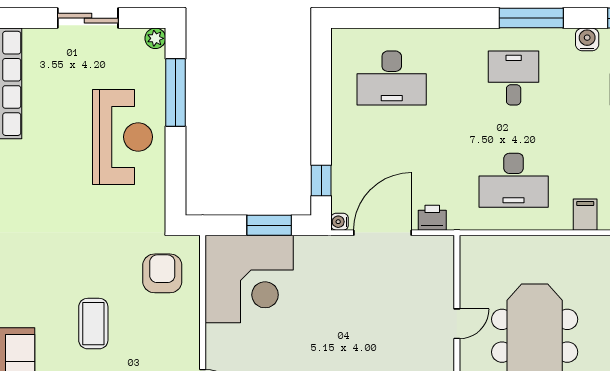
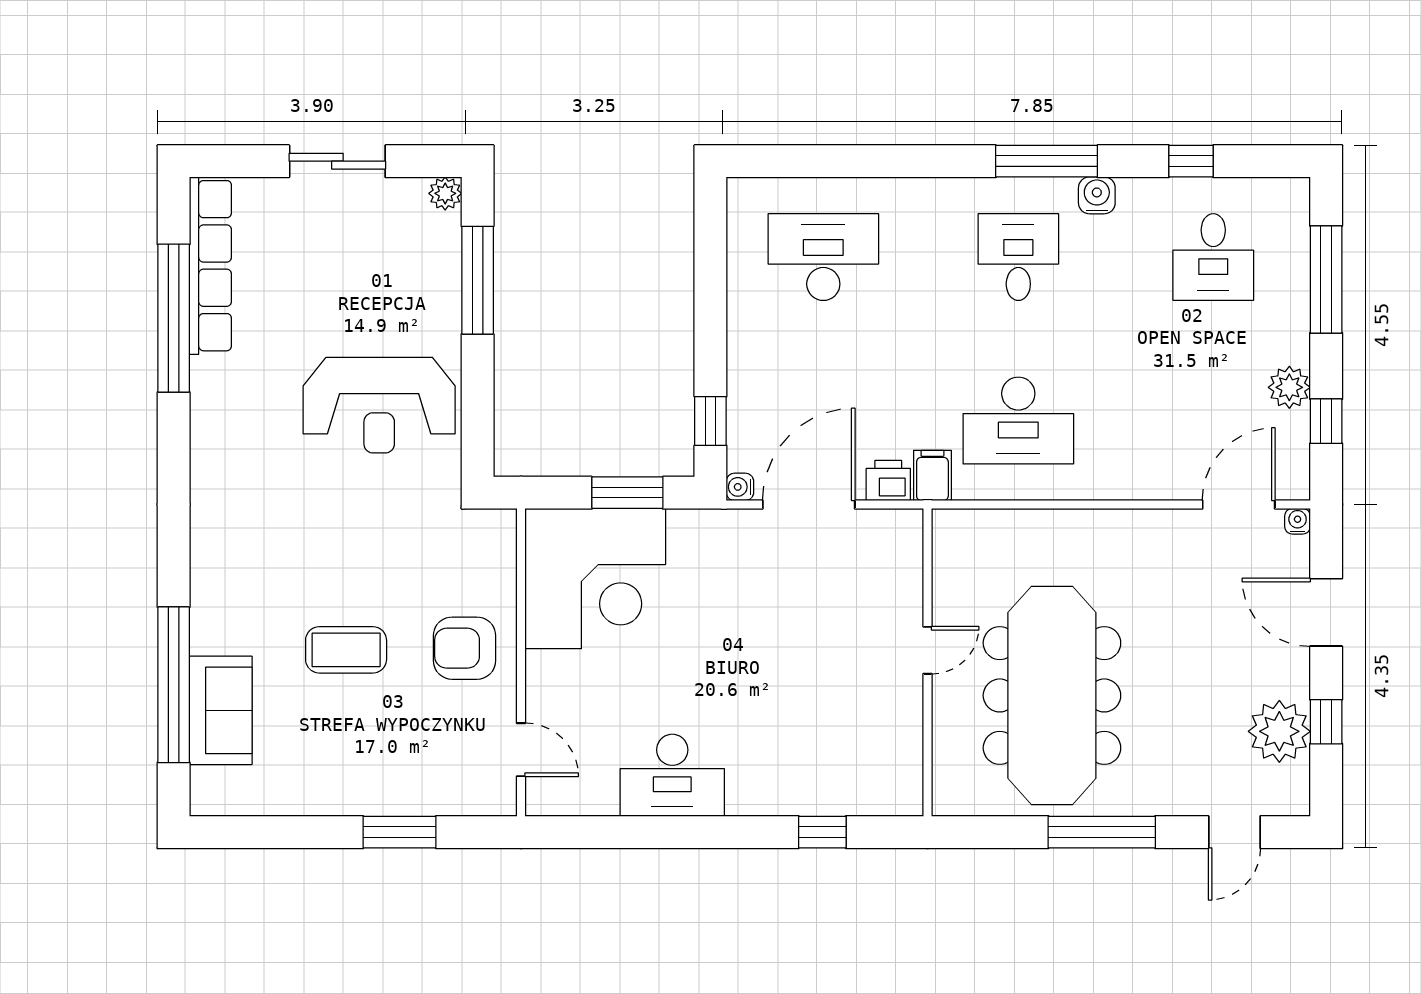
water cooler: (587, 39) -> (1097, 195), moved
desk: (392, 78) -> (823, 257), turned 180
reception desk: (122, 137) -> (379, 405), moved, turned 90
filing cabinet: (585, 215) -> (932, 475), moved
armchair: (162, 273) -> (465, 648), moved, turned -90
coffee table: (93, 324) -> (346, 650), turned 90

